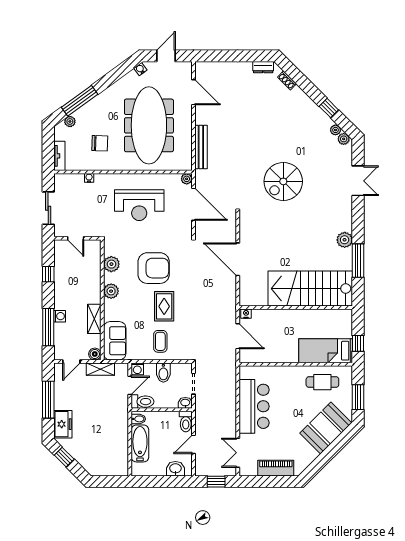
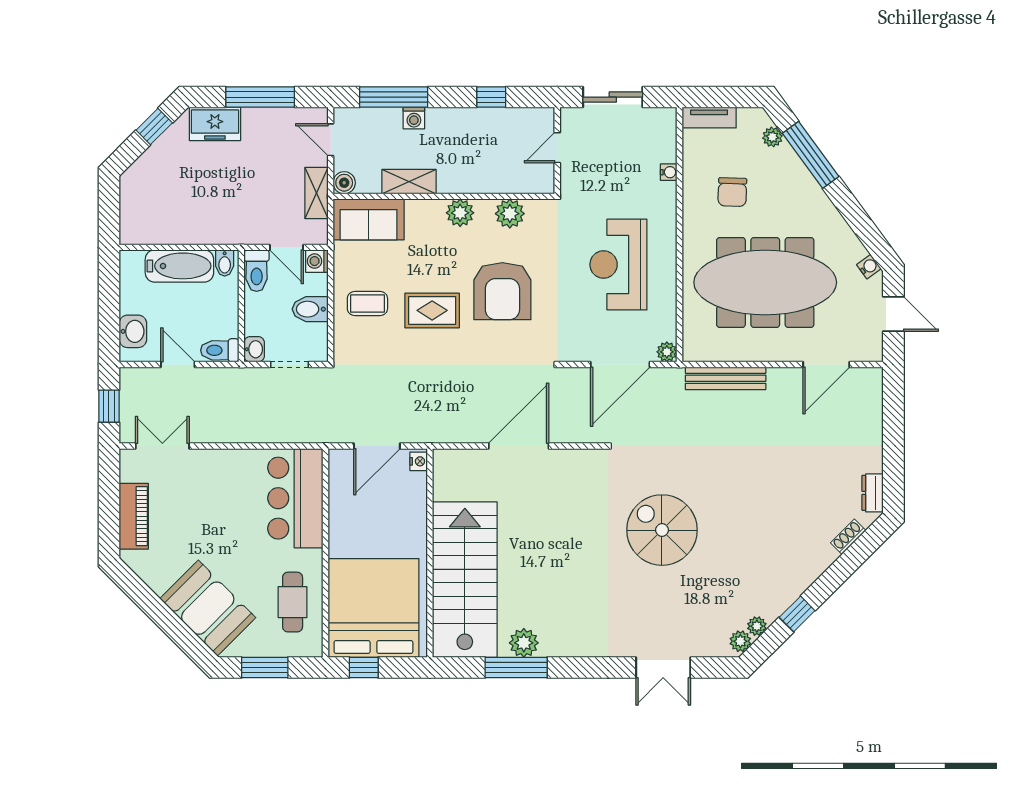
plant: (345, 240) -> (524, 643), moved
bed: (326, 351) -> (373, 608), width x2.04
bar counter: (254, 406) -> (295, 498), moved, turned 90

